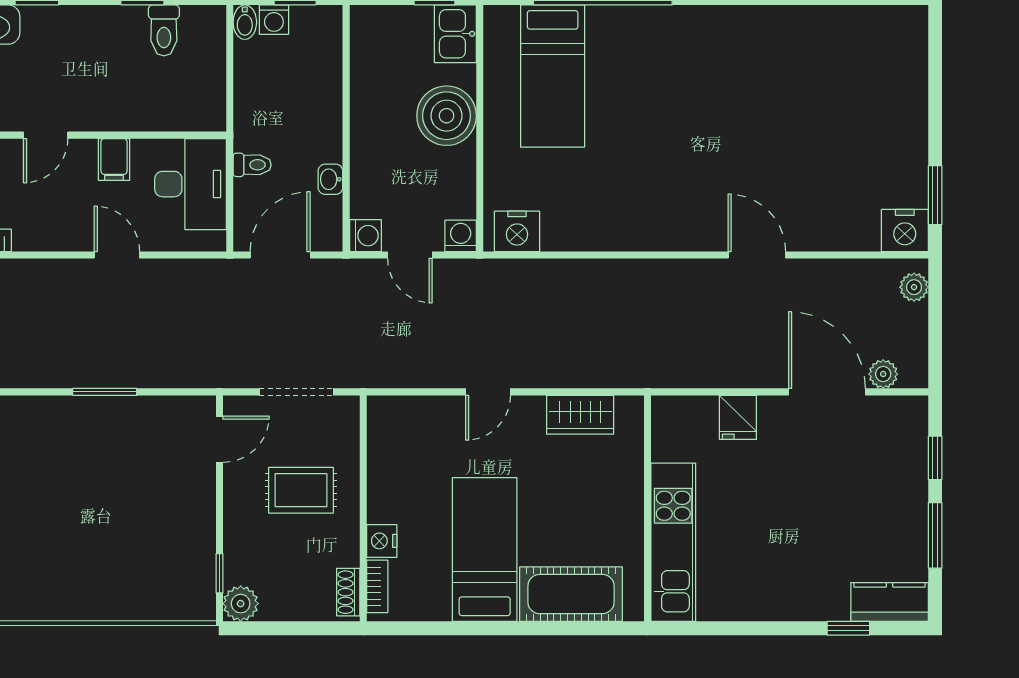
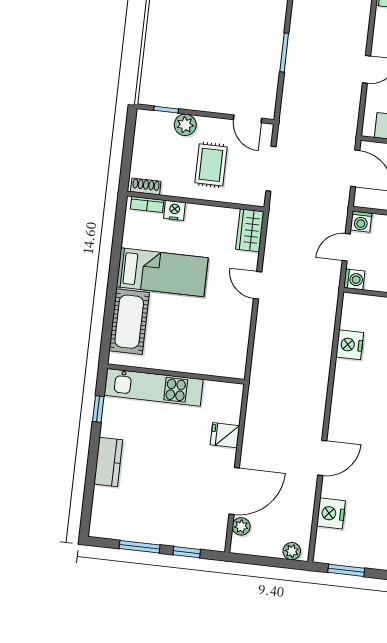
nightstand: (905, 230) -> (331, 513), moved
nightstand: (517, 231) -> (350, 345), moved
wardrobe: (580, 415) -> (250, 230), moved
kitchen counter: (890, 602) -> (108, 462), moved
plant: (241, 604) -> (185, 125), moved
window: (848, 628) -> (98, 409), moved

